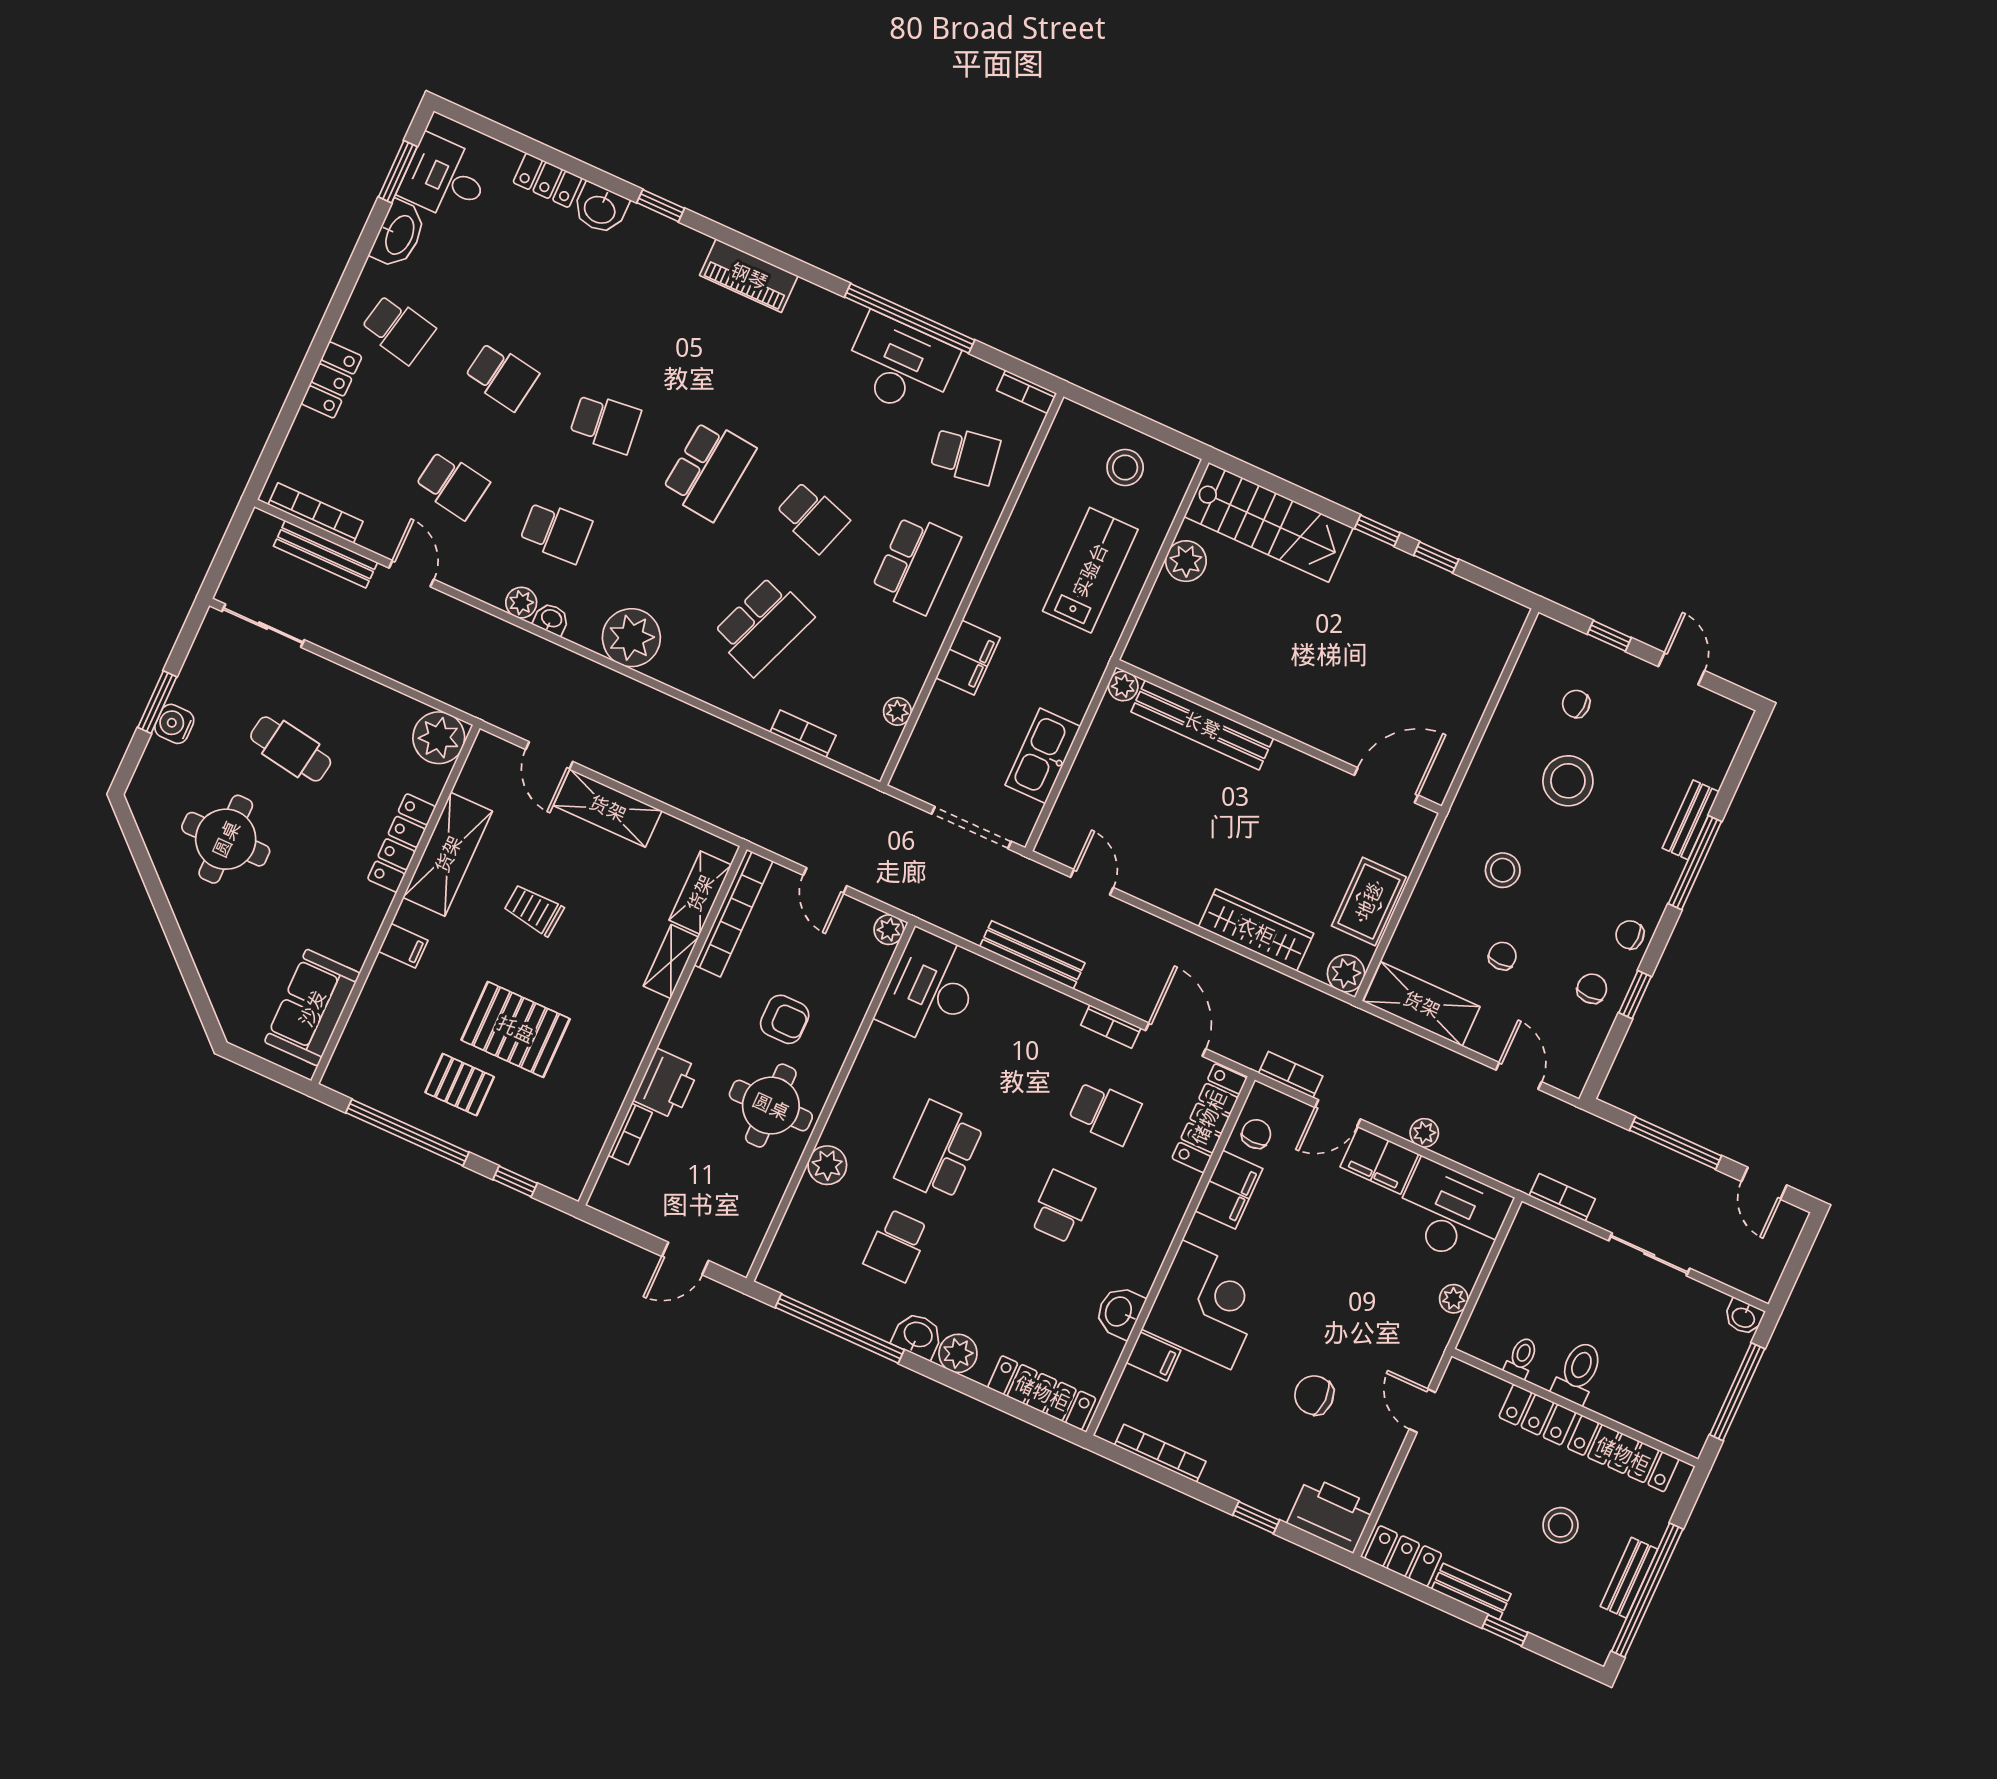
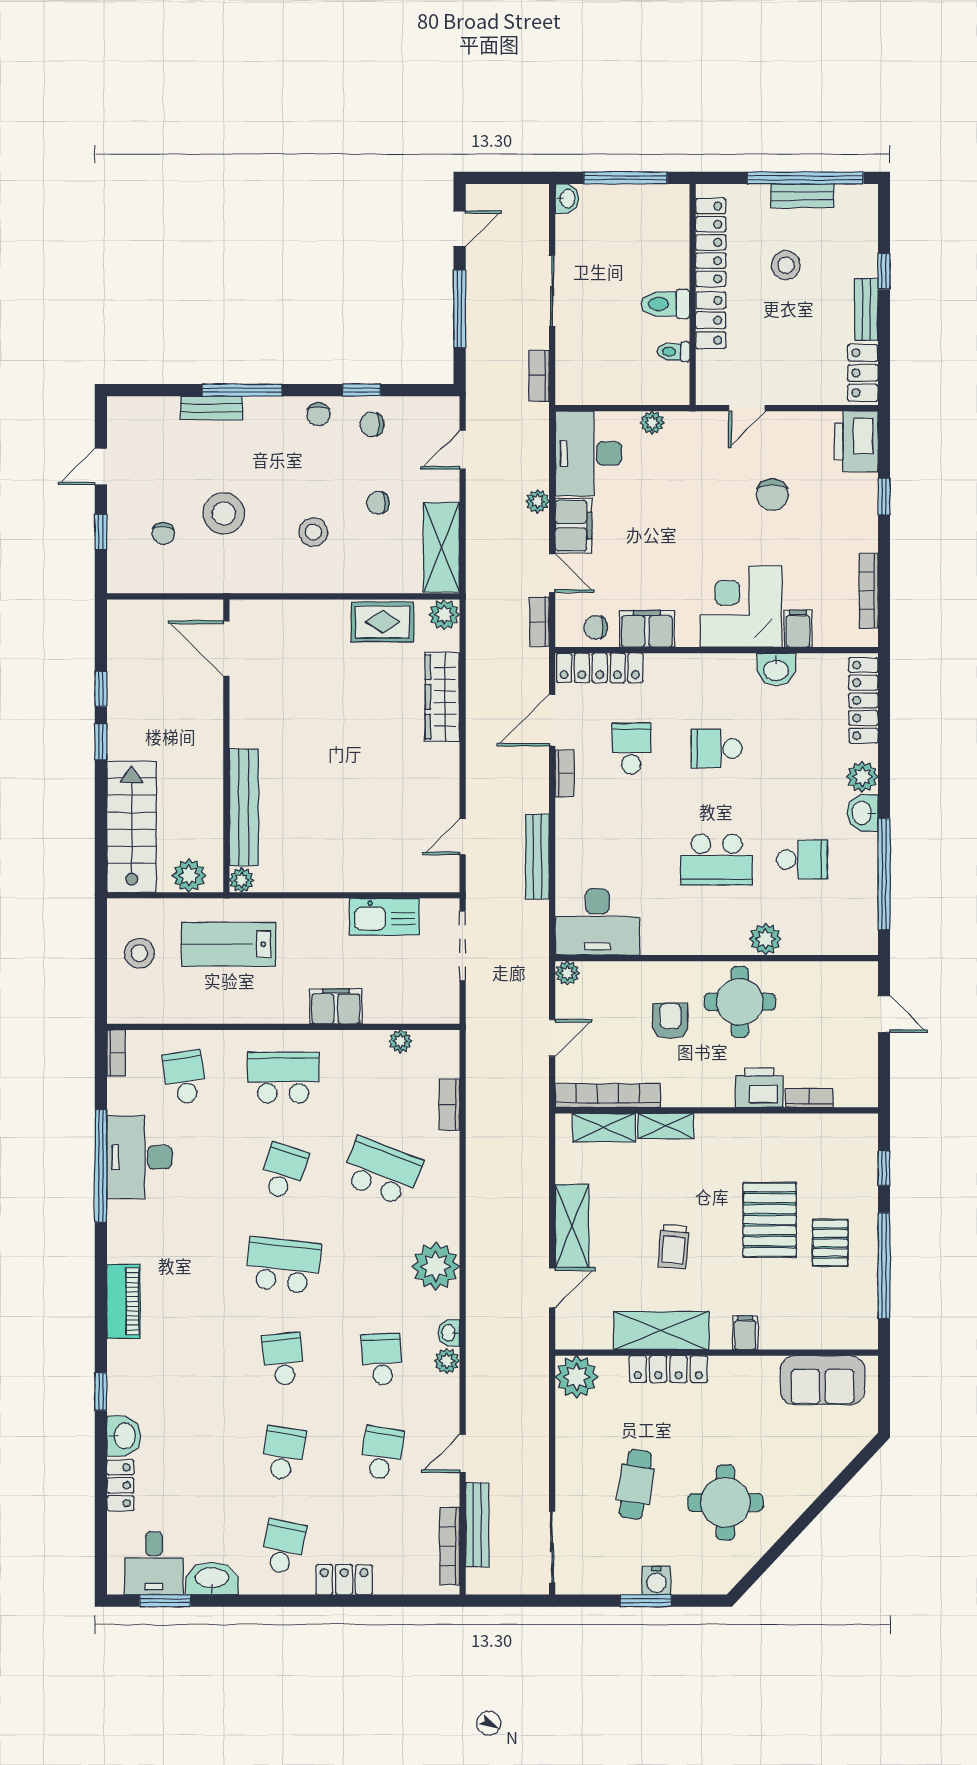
plant: (1123, 686) -> (242, 880), moved
bench: (1202, 725) -> (244, 807), moved
wall: (1279, 737) -> (226, 746), moved
door: (1386, 785) -> (226, 649), moved

